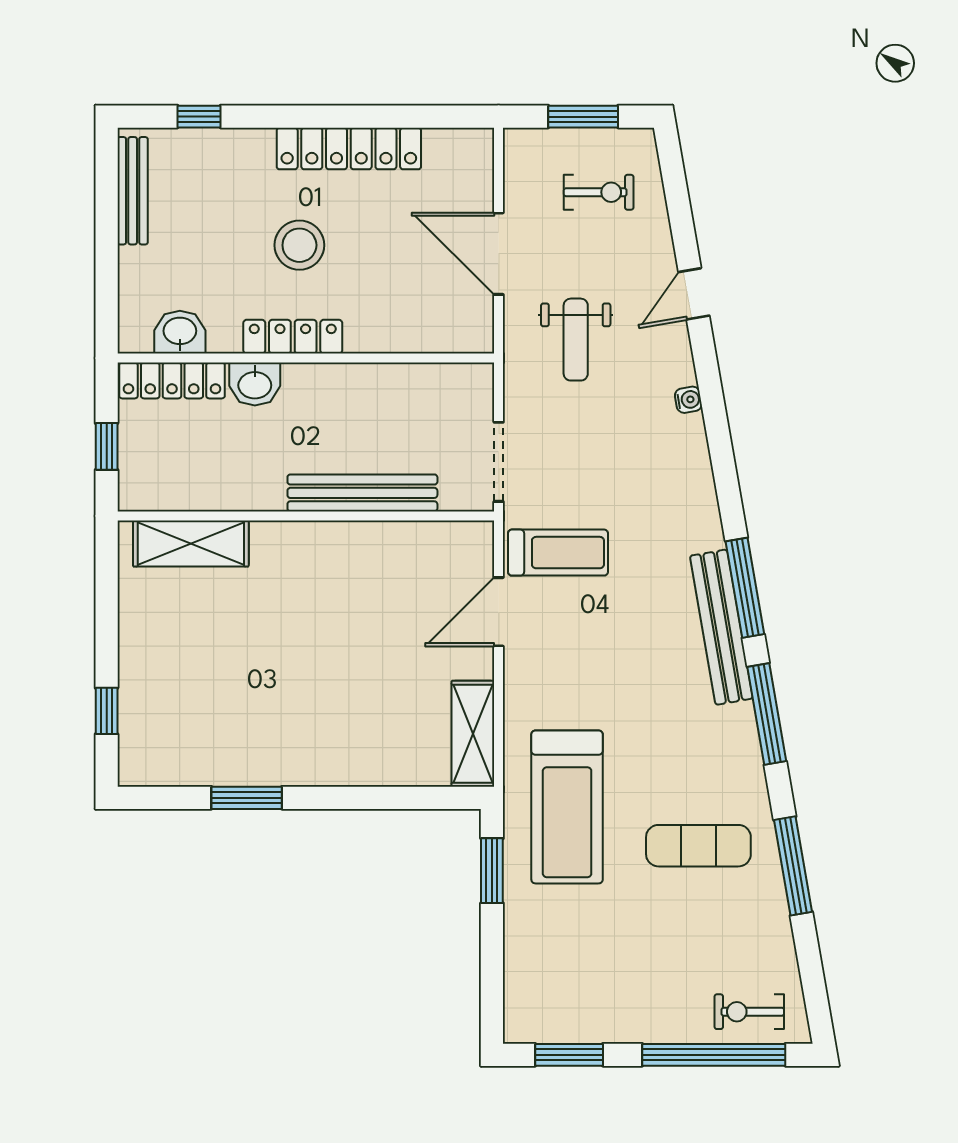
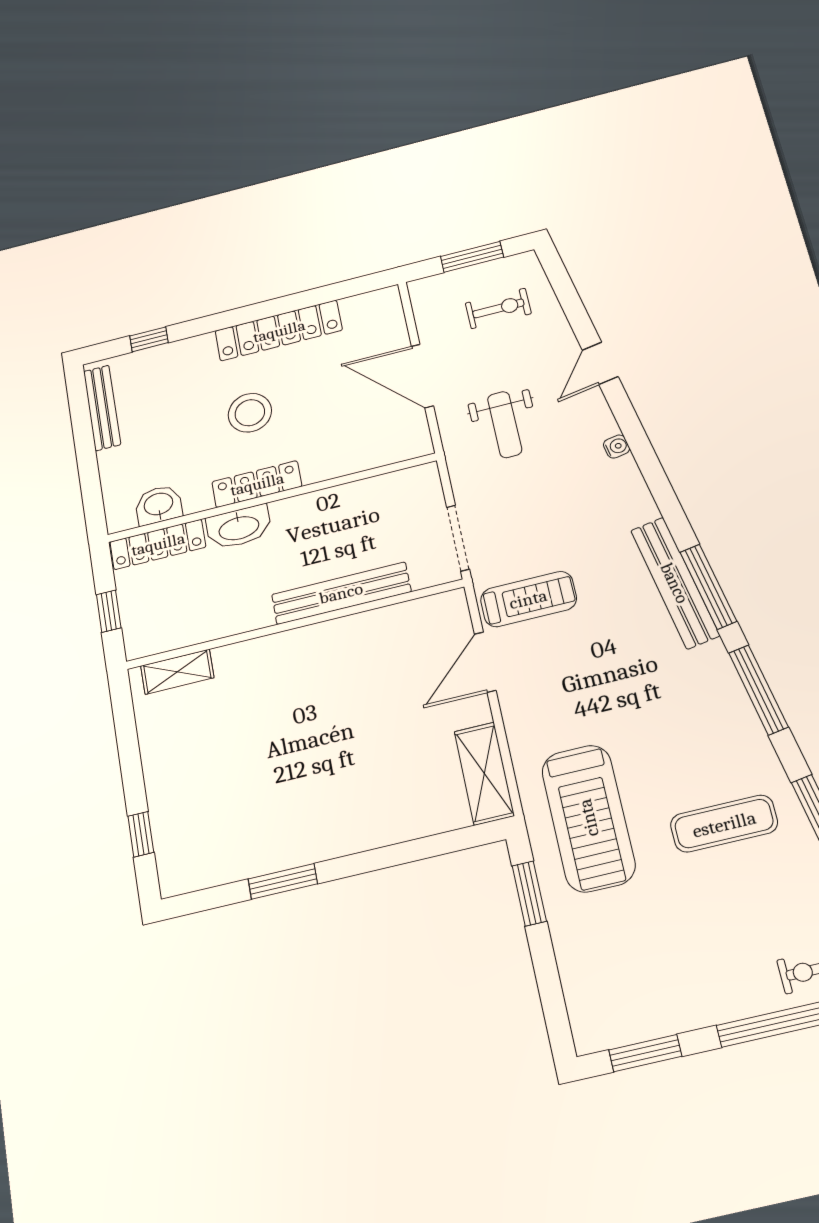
washbasin: (255, 384) -> (239, 527), width x1.38
shelving: (191, 543) -> (177, 672), width x0.67, depth x0.75
bench: (721, 627) -> (675, 583), moved

